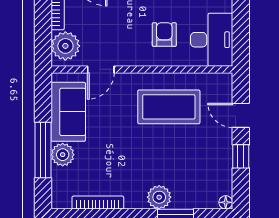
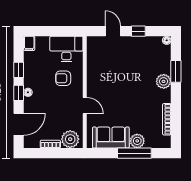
door: (101, 69) -> (85, 106), moved
coffee table: (169, 107) -> (108, 75), removed
door: (241, 115) -> (113, 31), swing flipped

